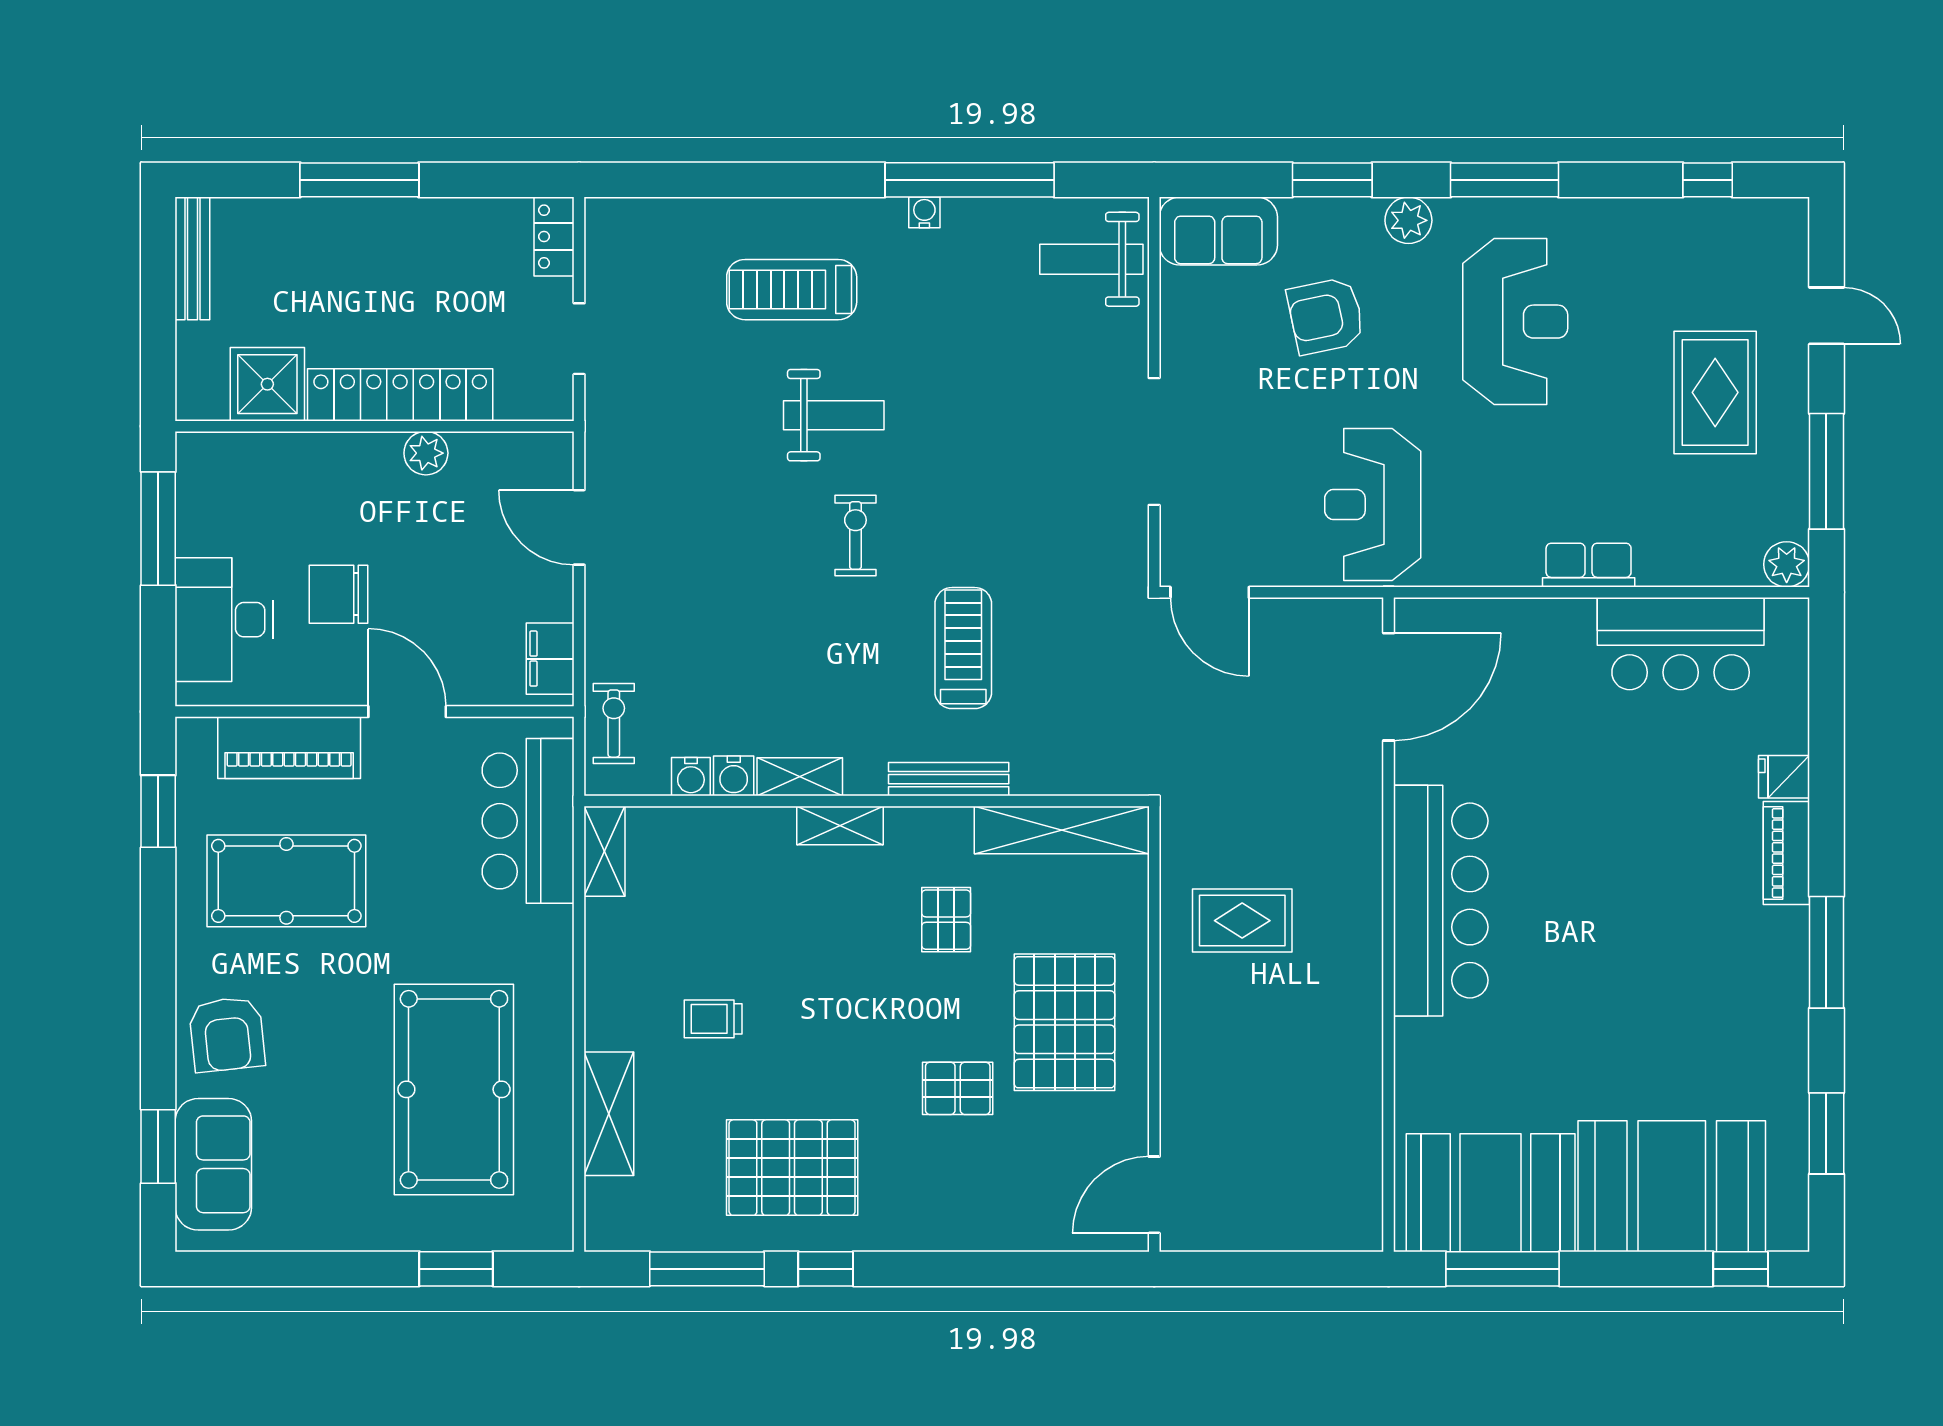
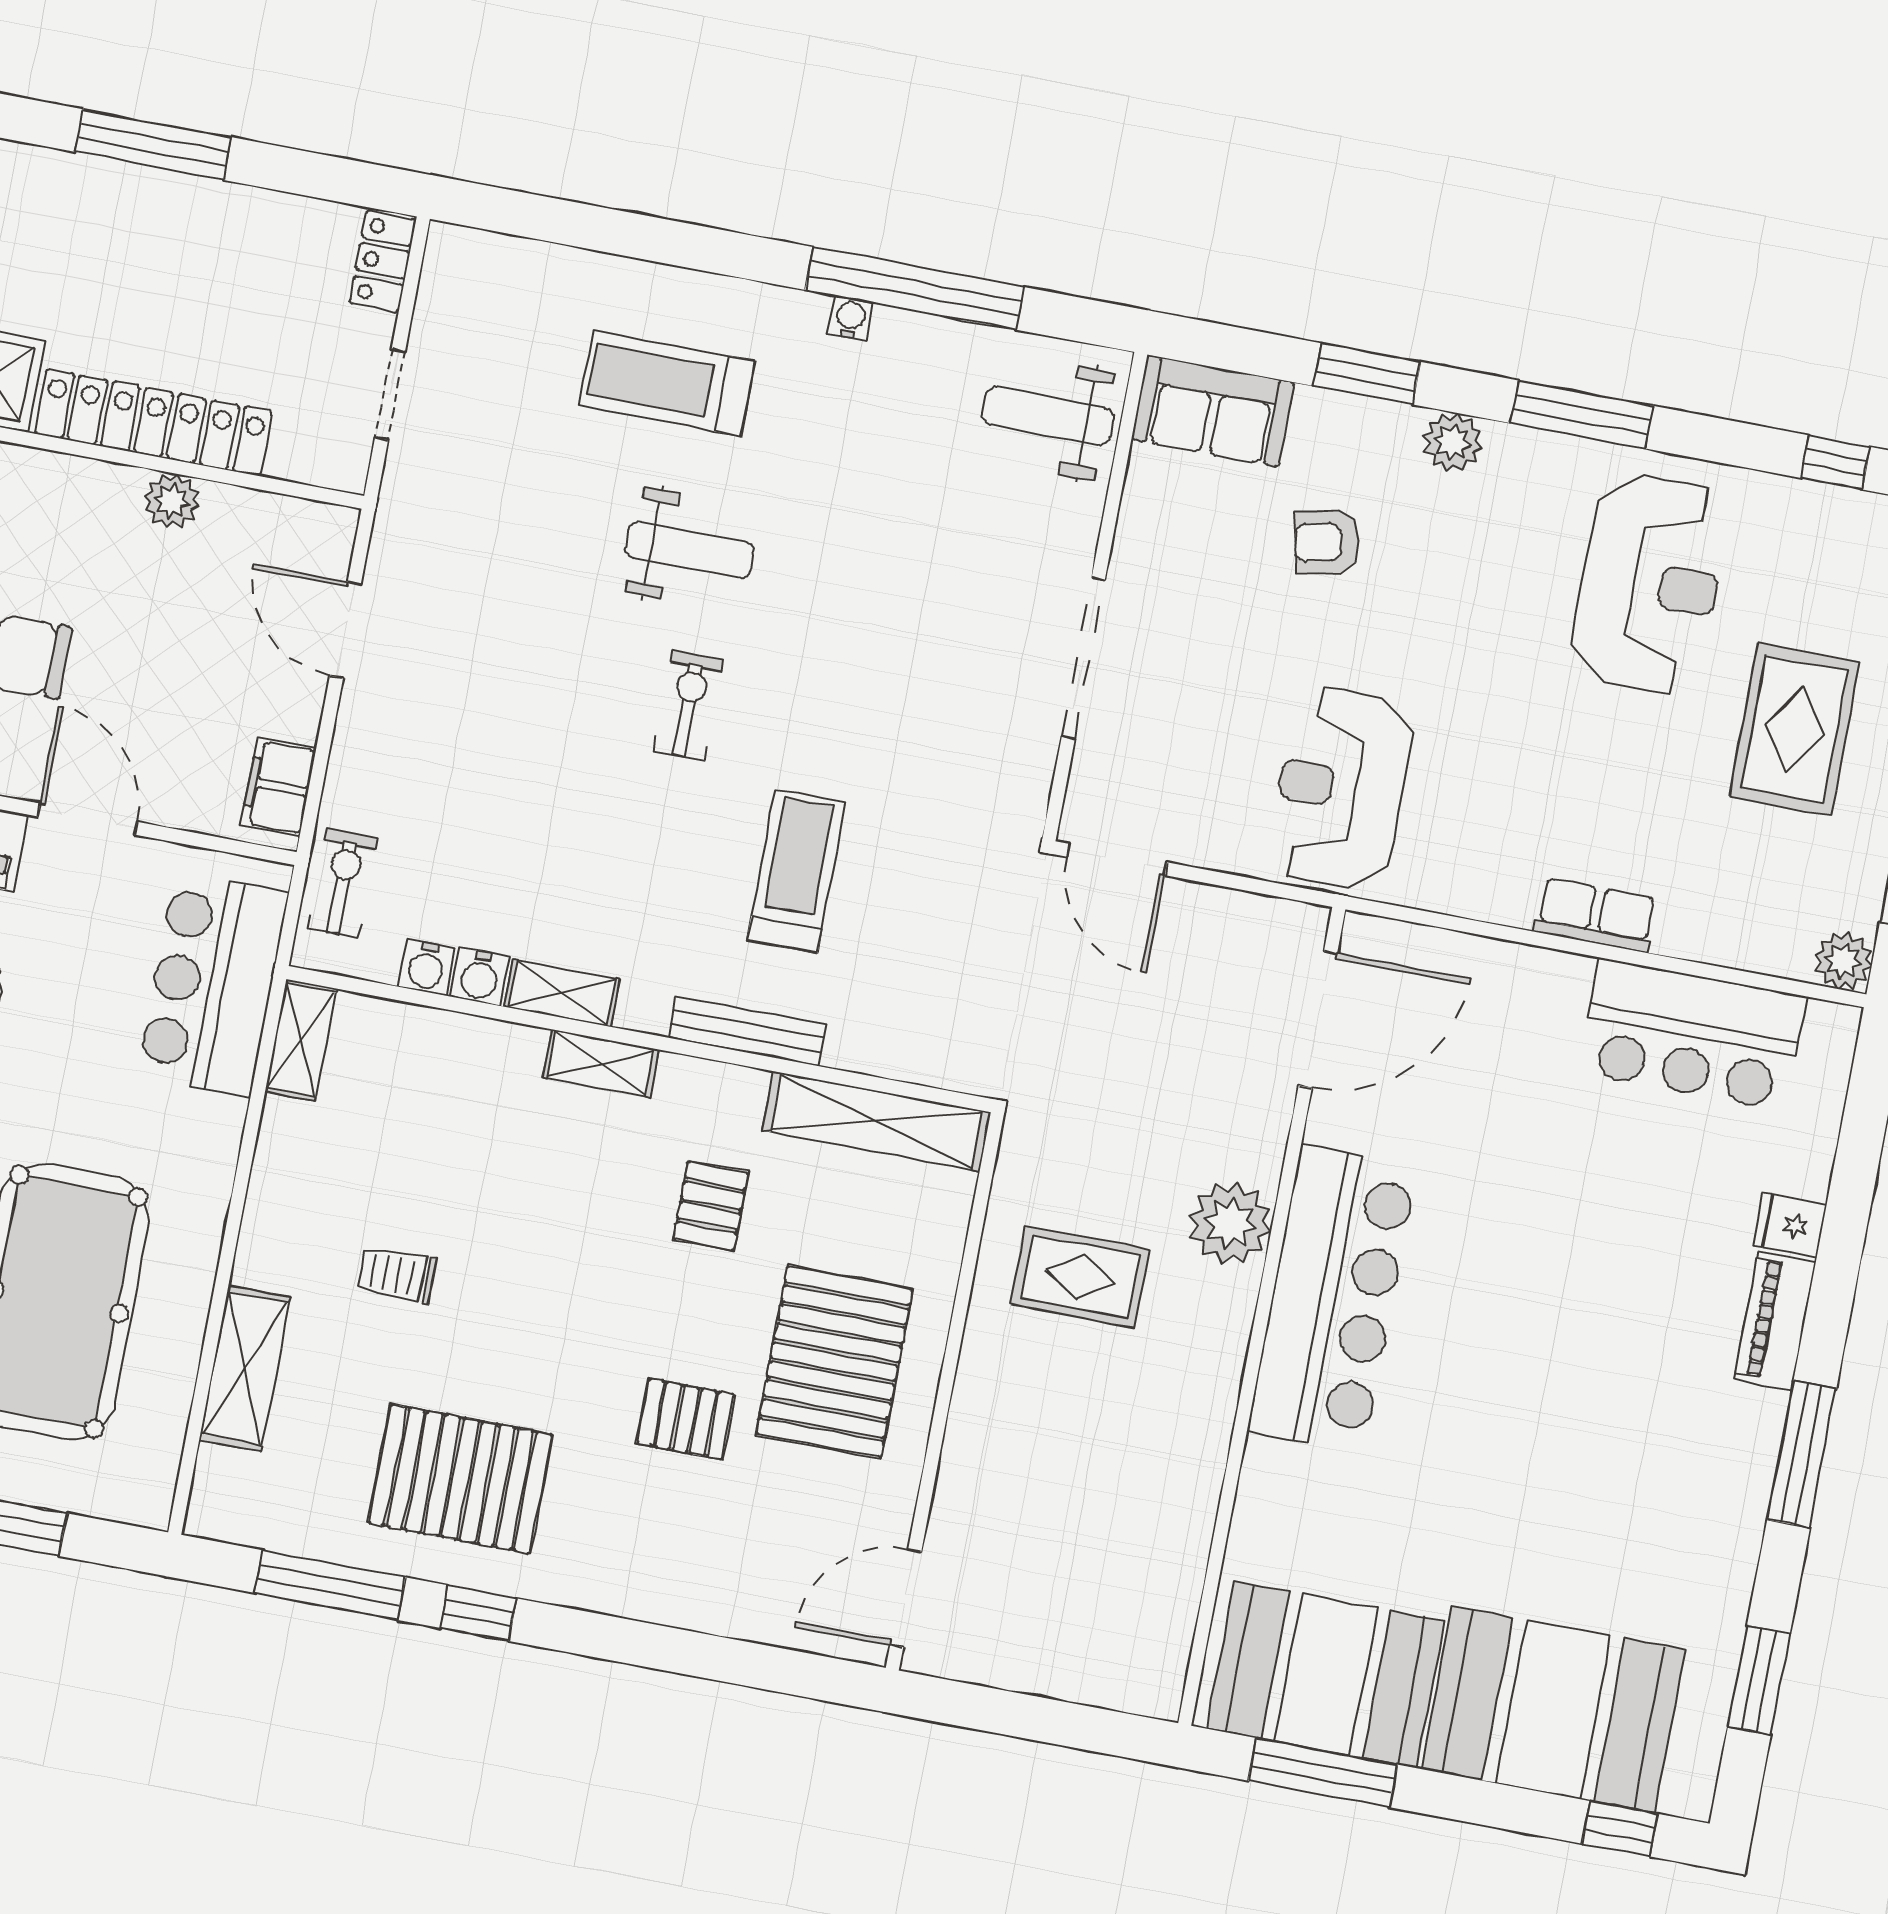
armchair: (1326, 316) -> (1327, 542), width x0.72, depth x0.72
reception desk: (1515, 322) -> (1650, 584), moved
plant: (1351, 857) -> (1230, 1223), added

